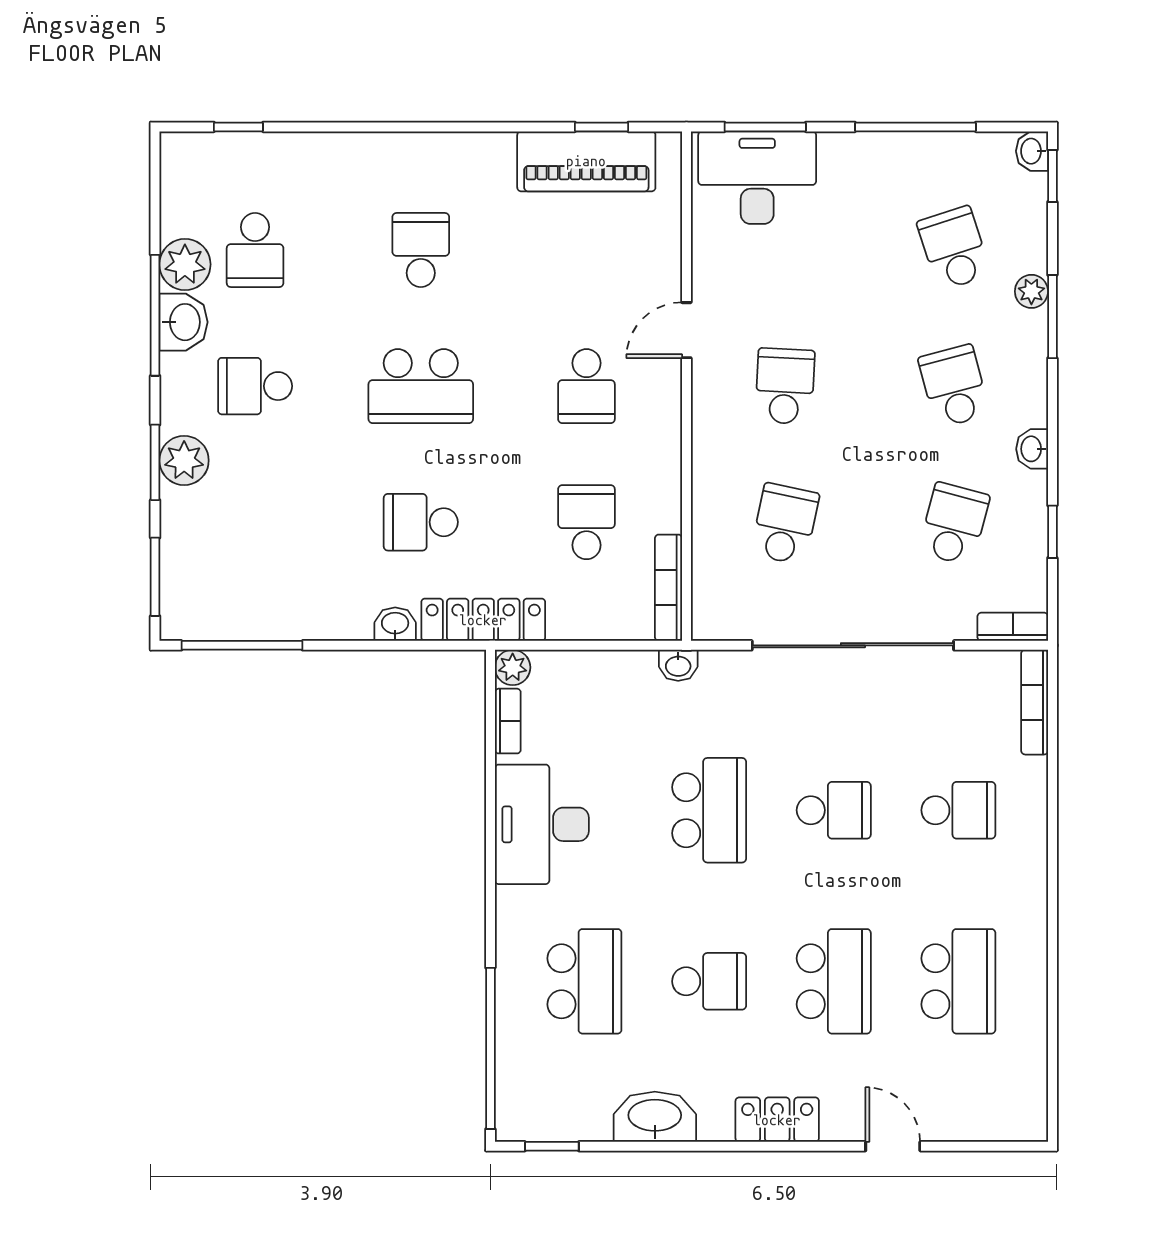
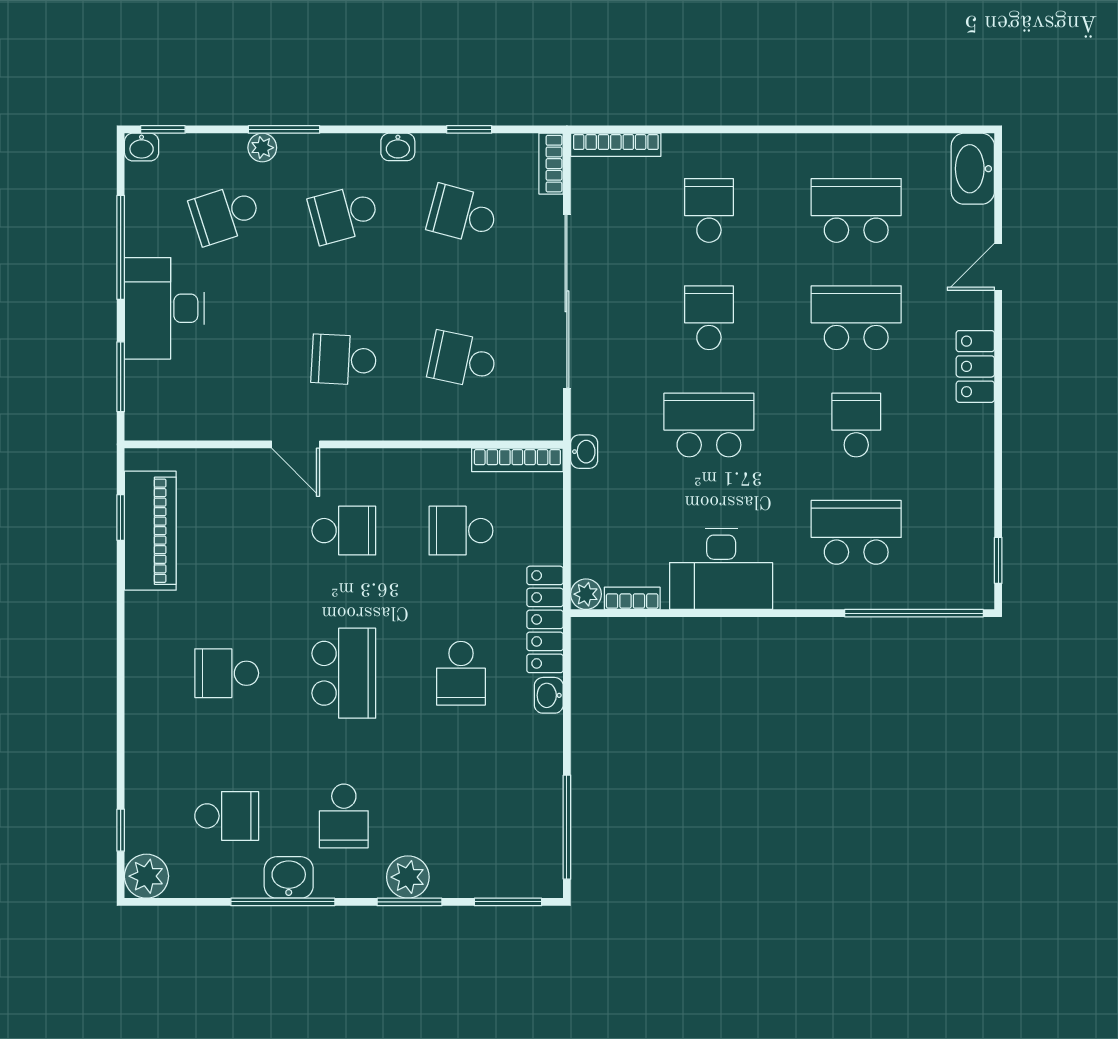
desk: (757, 178) -> (164, 308), moved
plant: (185, 264) -> (146, 876), moved
washbasin: (655, 1117) -> (973, 169), moved

